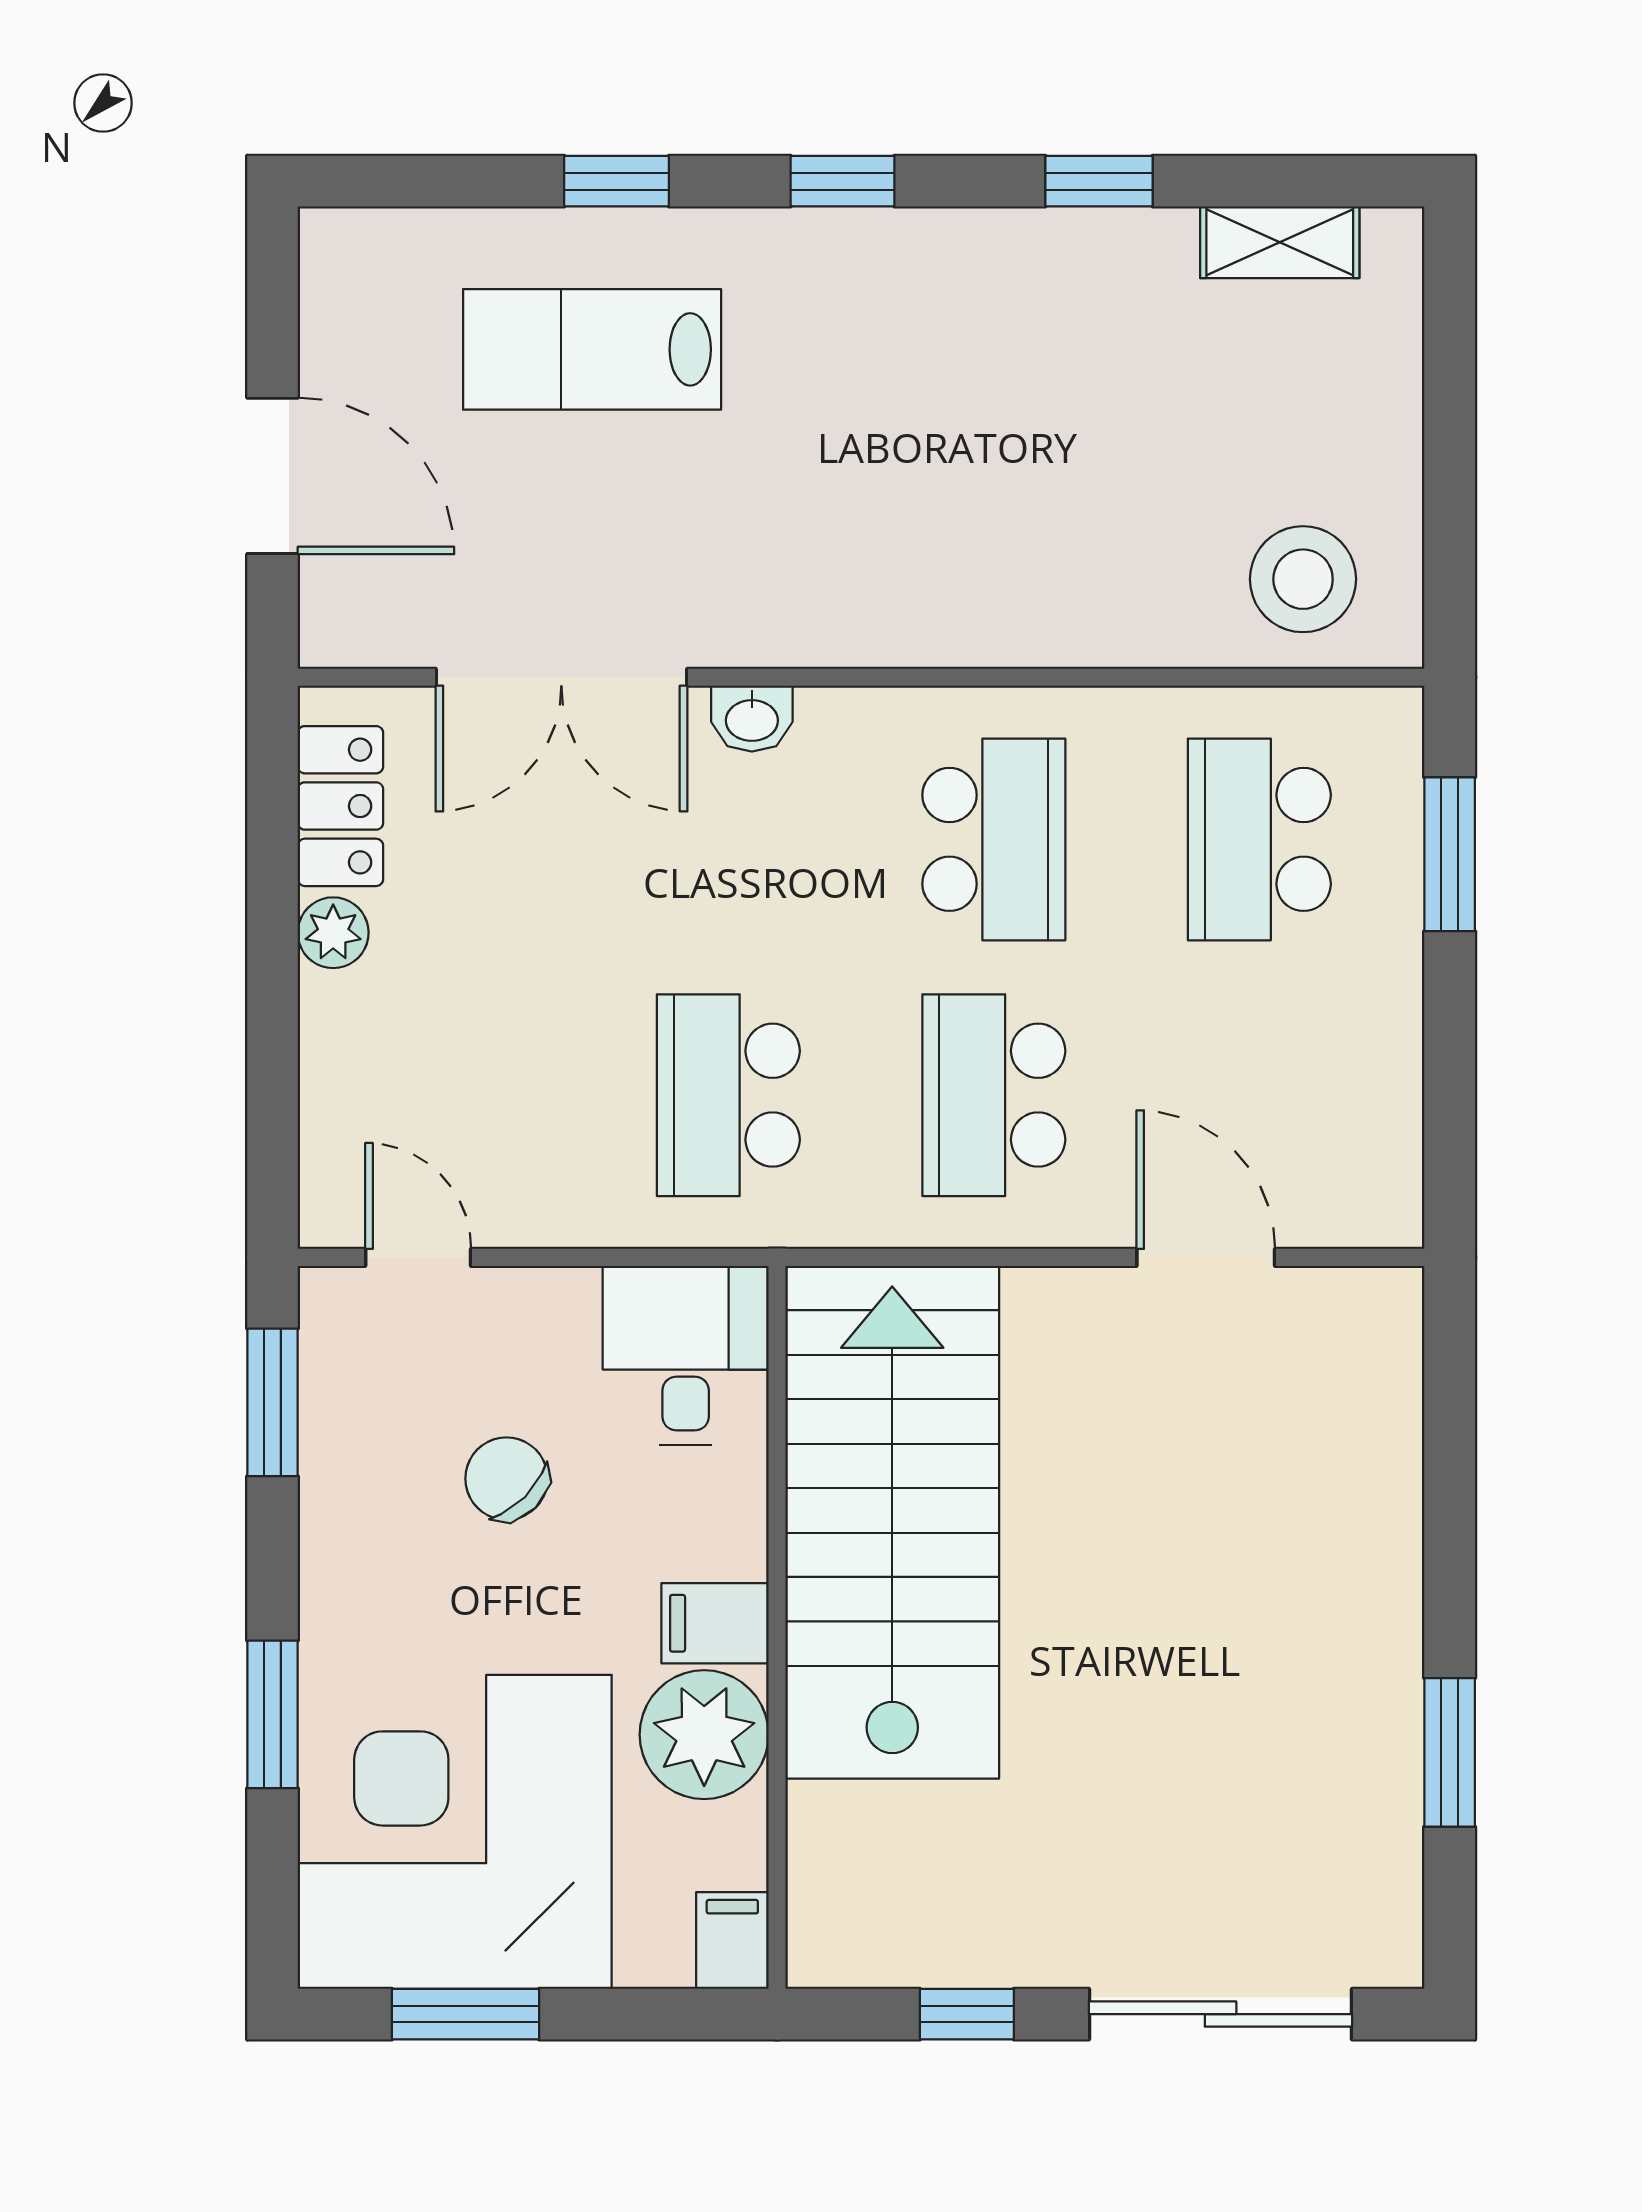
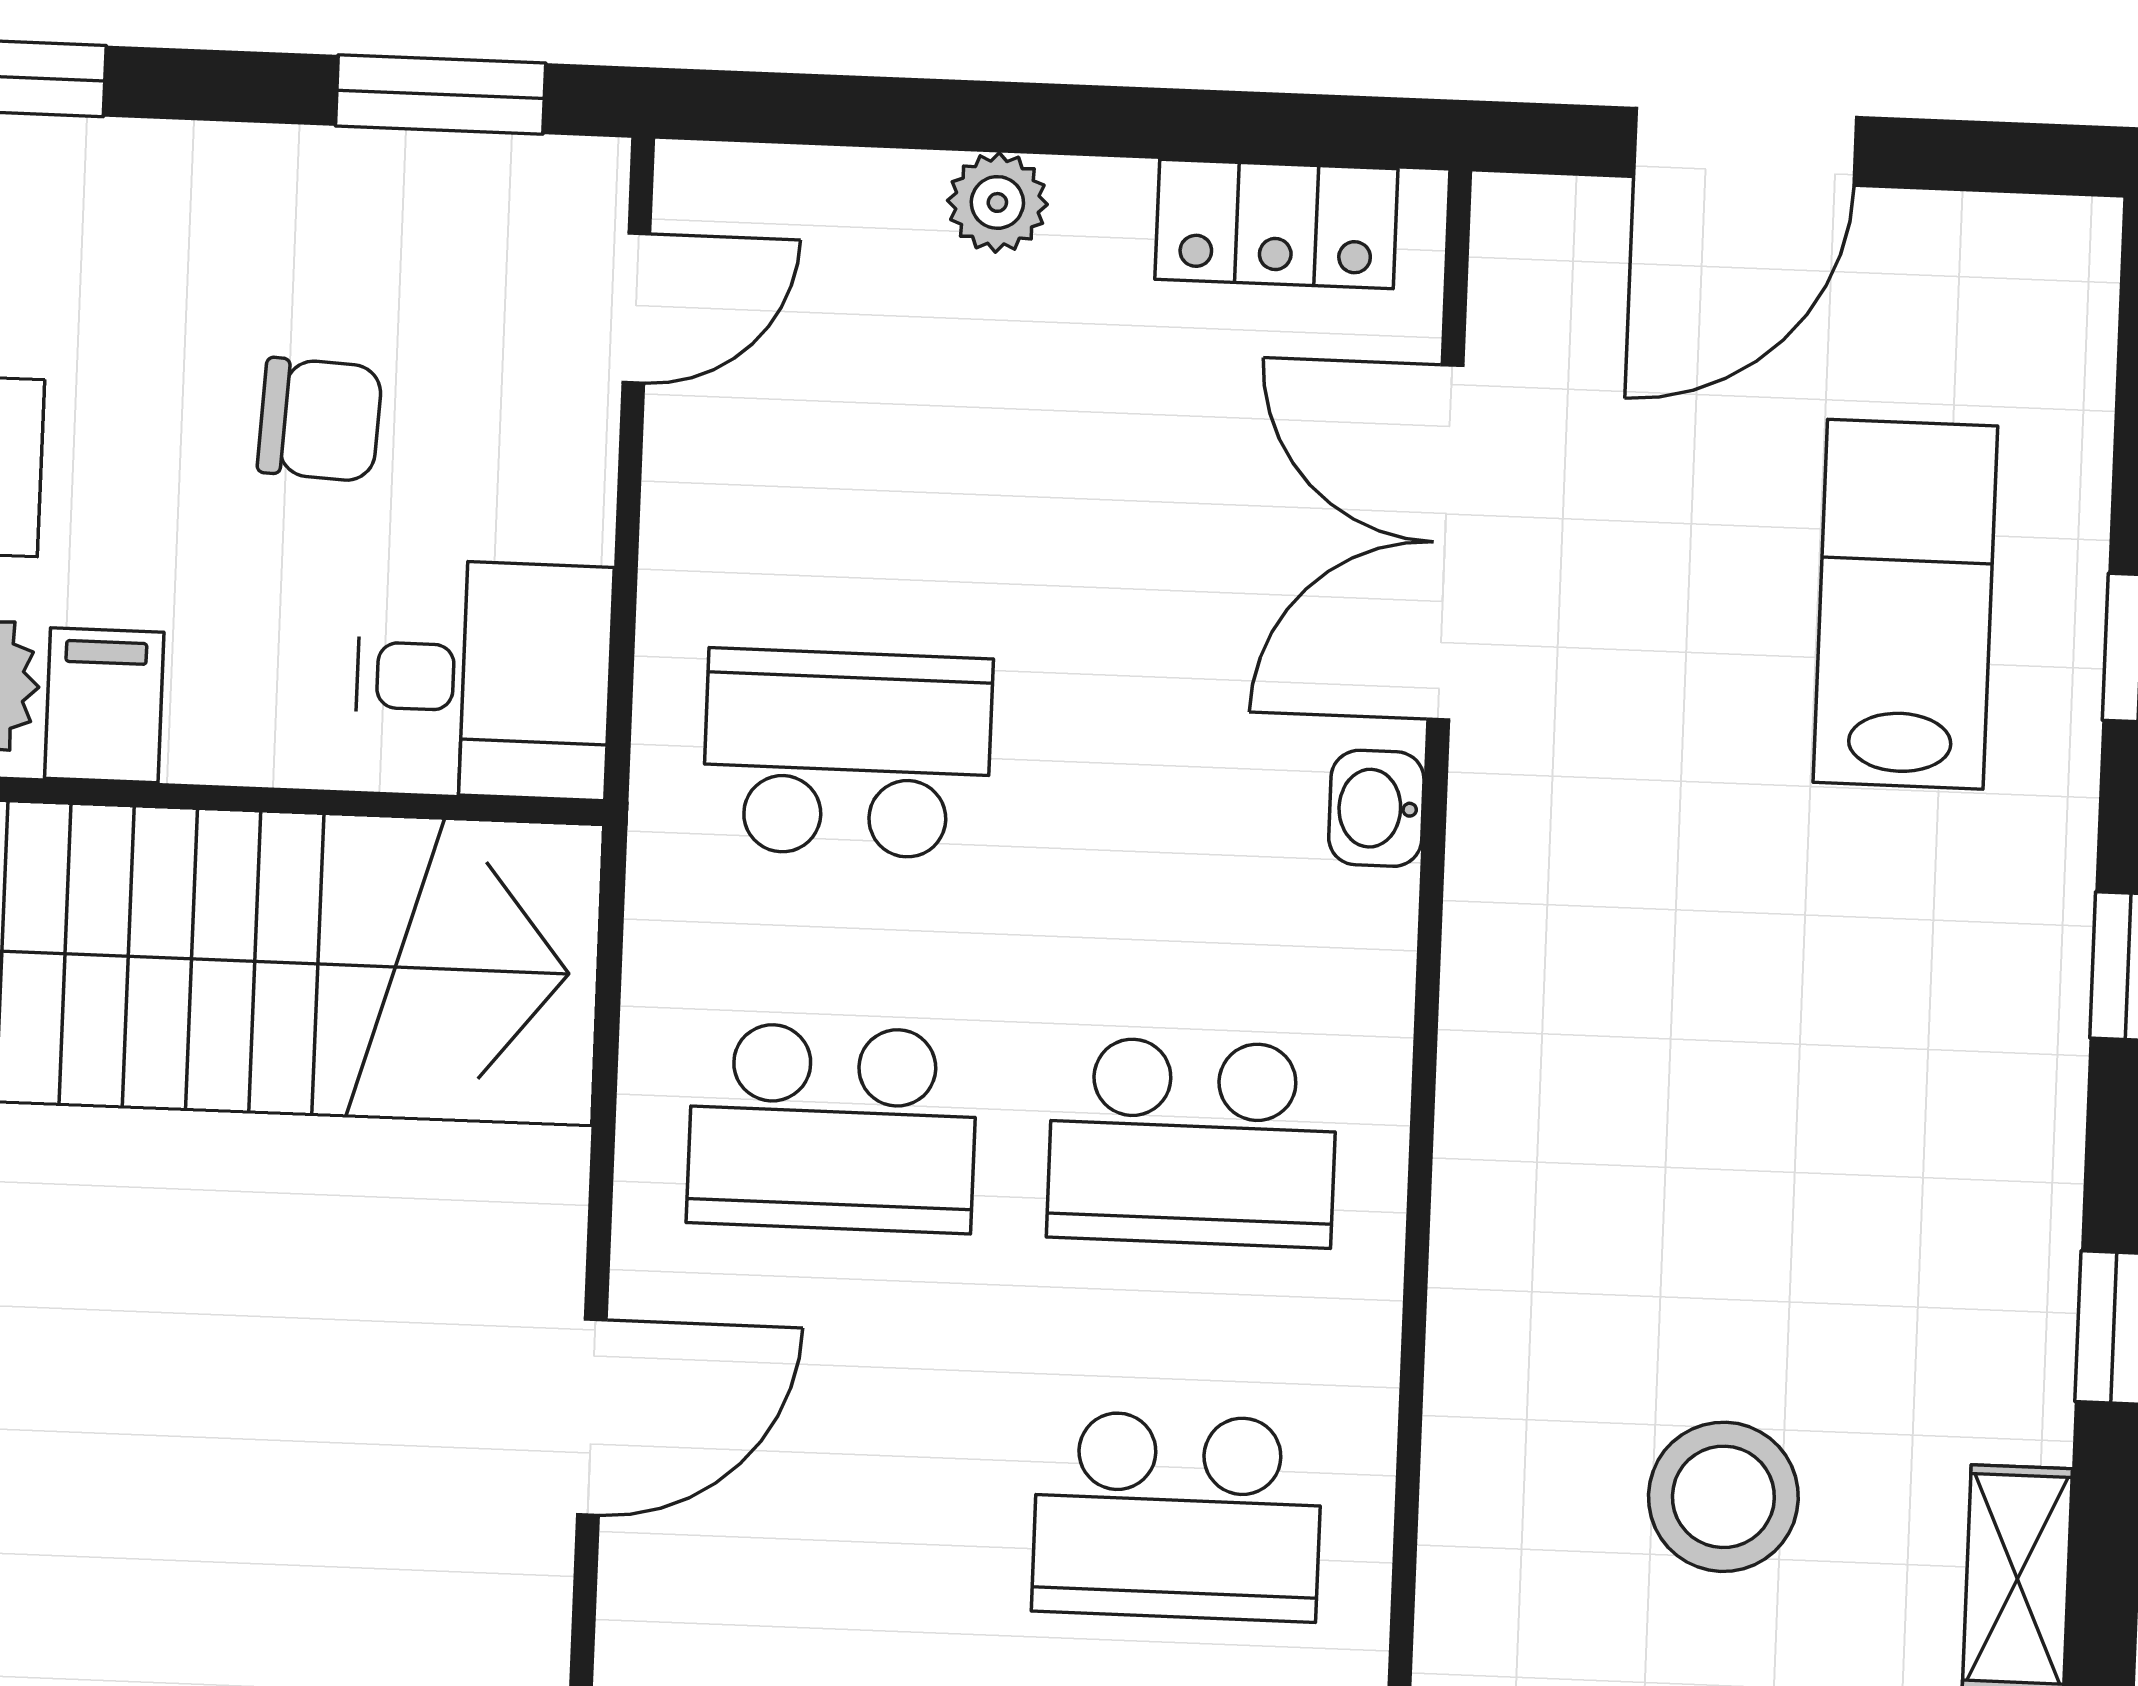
stool: (1303, 579) -> (1723, 1497), moved
school desk: (1259, 839) -> (1177, 1516), turned 180
plant: (333, 933) -> (997, 202), moved
school desk: (994, 1095) -> (832, 1128), turned 180
chair: (506, 1479) -> (320, 420), turned 48

